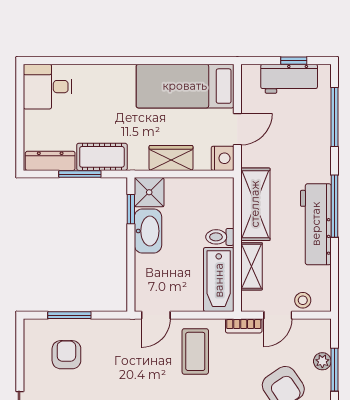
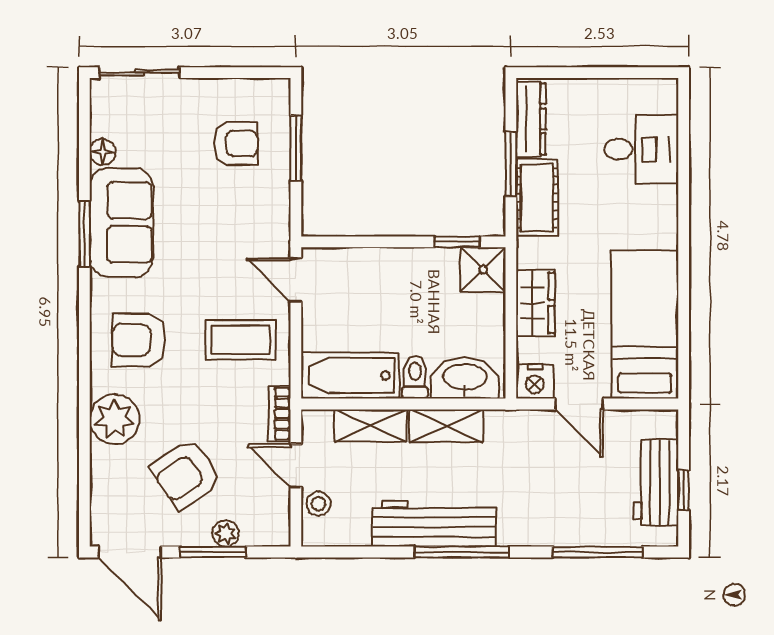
desk: (48, 87) -> (641, 149), moved, turned 90
shelving: (255, 204) -> (446, 426), width x0.67, depth x0.75
washbasin: (148, 231) -> (465, 378), moved, turned 180

